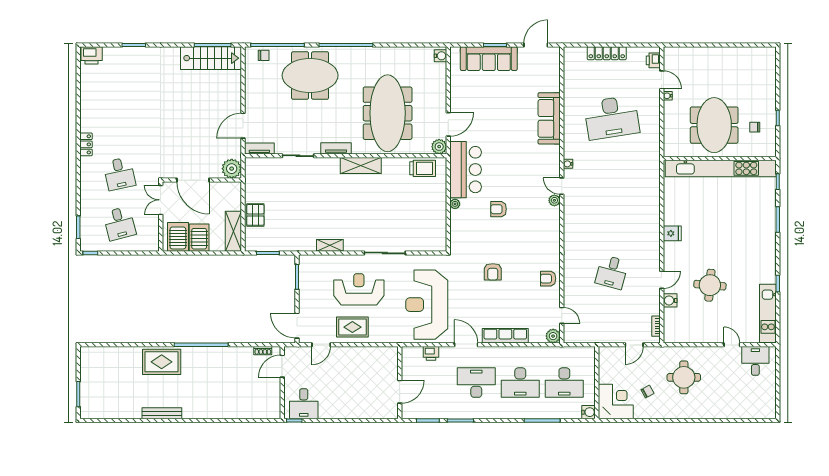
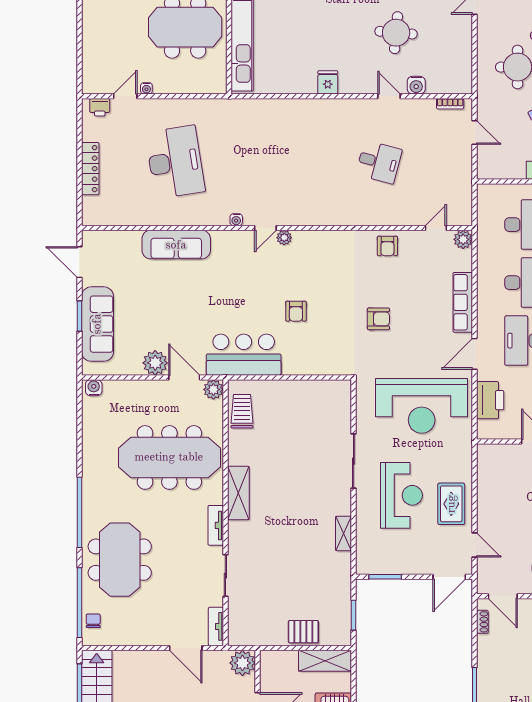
plant: (455, 204) -> (155, 363), moved, width x1.87, depth x1.87
reception desk: (359, 289) -> (401, 495), turned 180
printer: (431, 353) -> (490, 400), width x1.87, depth x1.48

